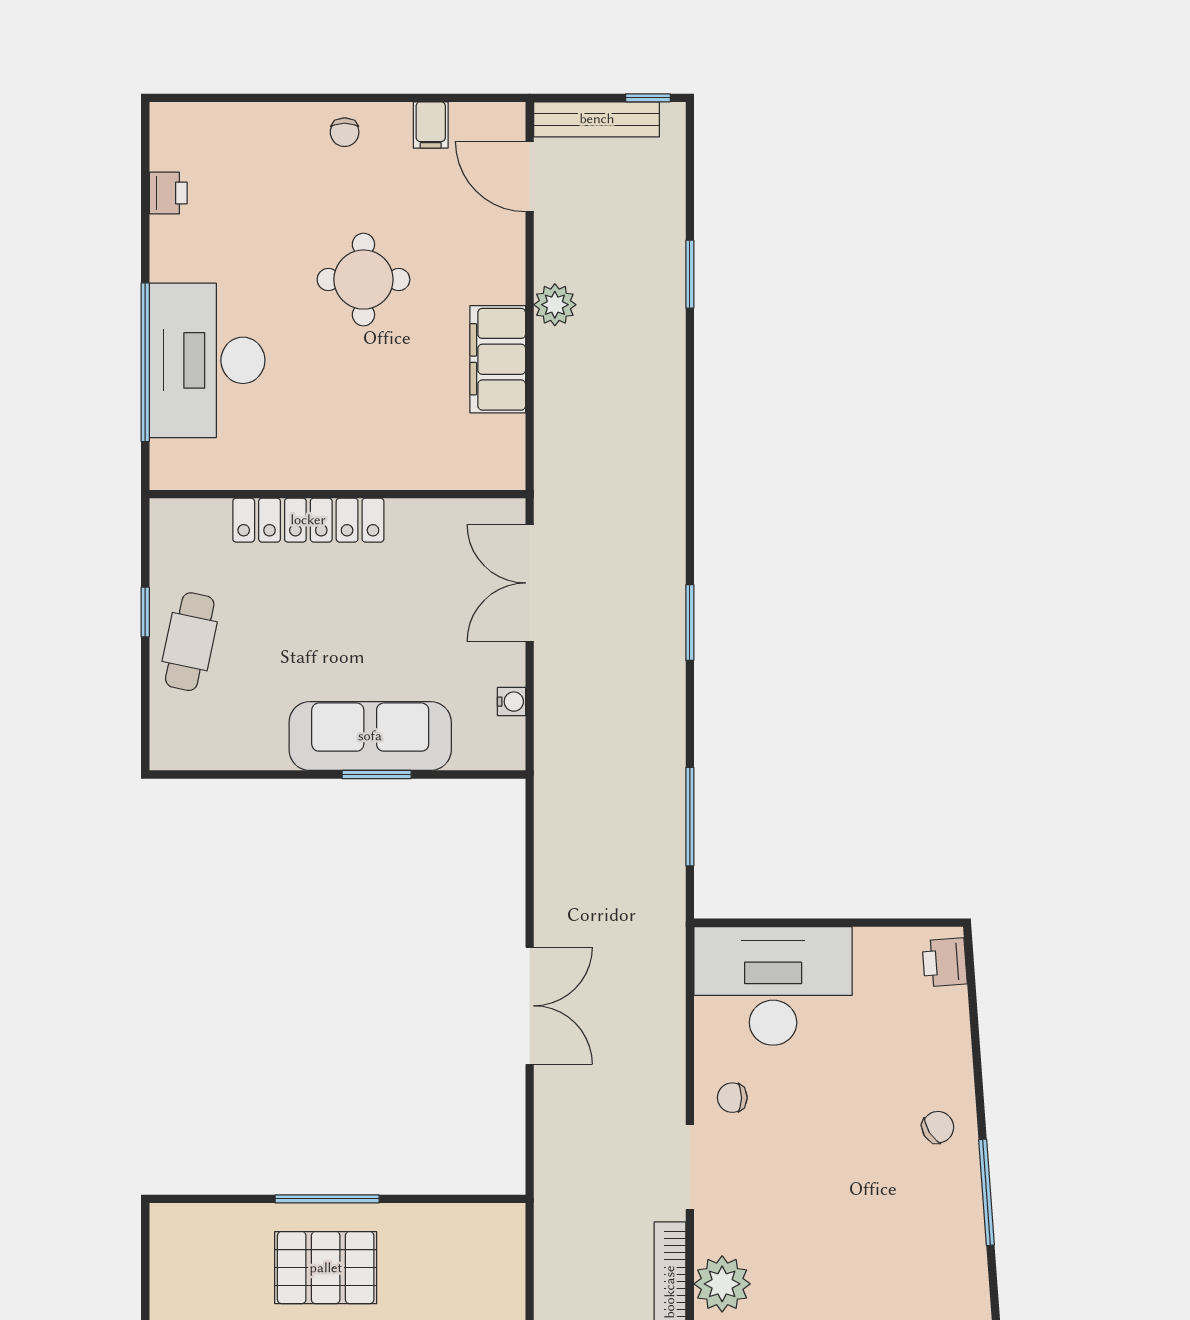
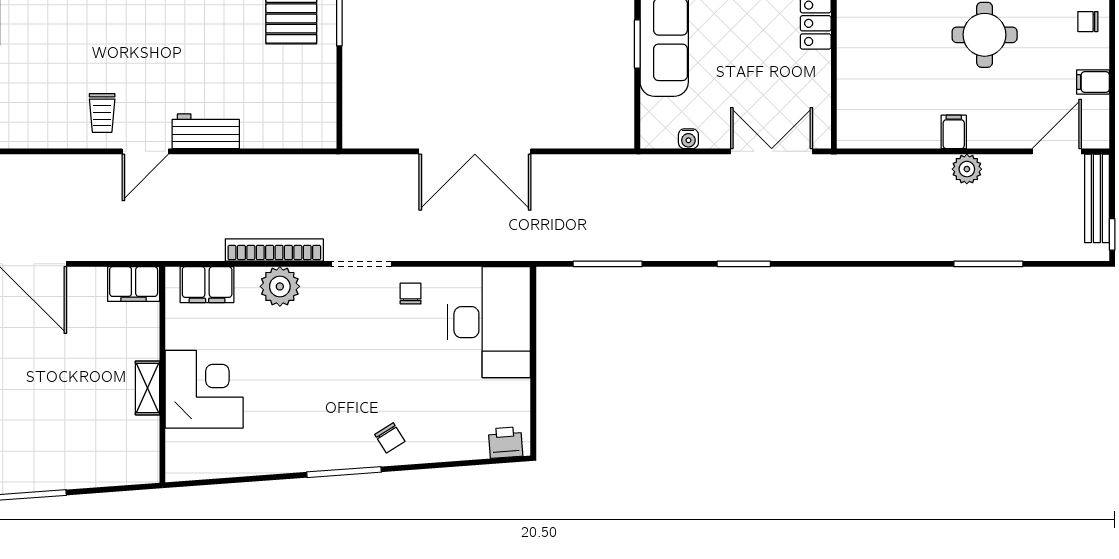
window: (690, 274) -> (988, 264), width x1.44
filing cabinet: (498, 359) -> (954, 132), width x0.33, depth x0.86
double door: (530, 1006) -> (475, 151), width x1.36

